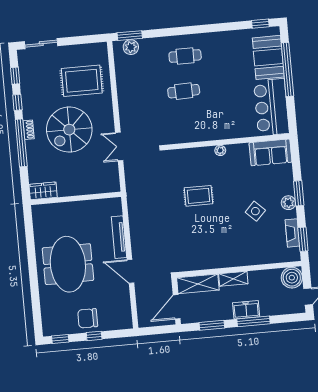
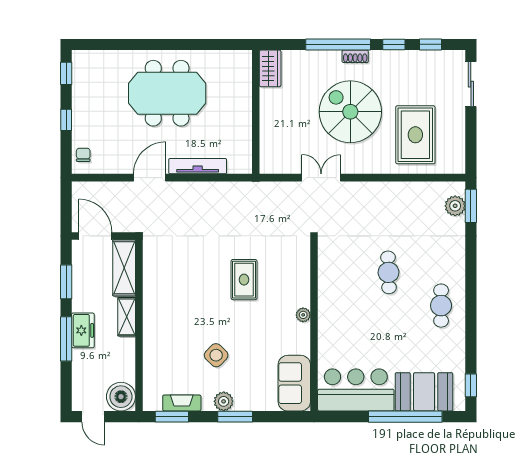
cafe table: (185, 56) -> (441, 306), moved
chair: (88, 318) -> (83, 155), moved, width x0.54, depth x0.54

